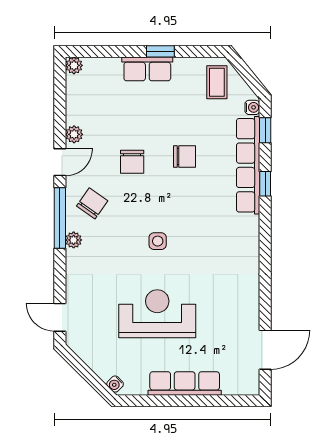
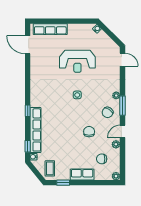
window: (160, 51) -> (63, 183), moved
chair: (184, 156) -> (102, 159), moved
window: (265, 184) -> (28, 111), moved
window: (60, 218) -> (122, 106), width x0.69
door: (265, 350) -> (28, 45), hinge flipped
row of seats: (185, 383) -> (50, 29), moved

